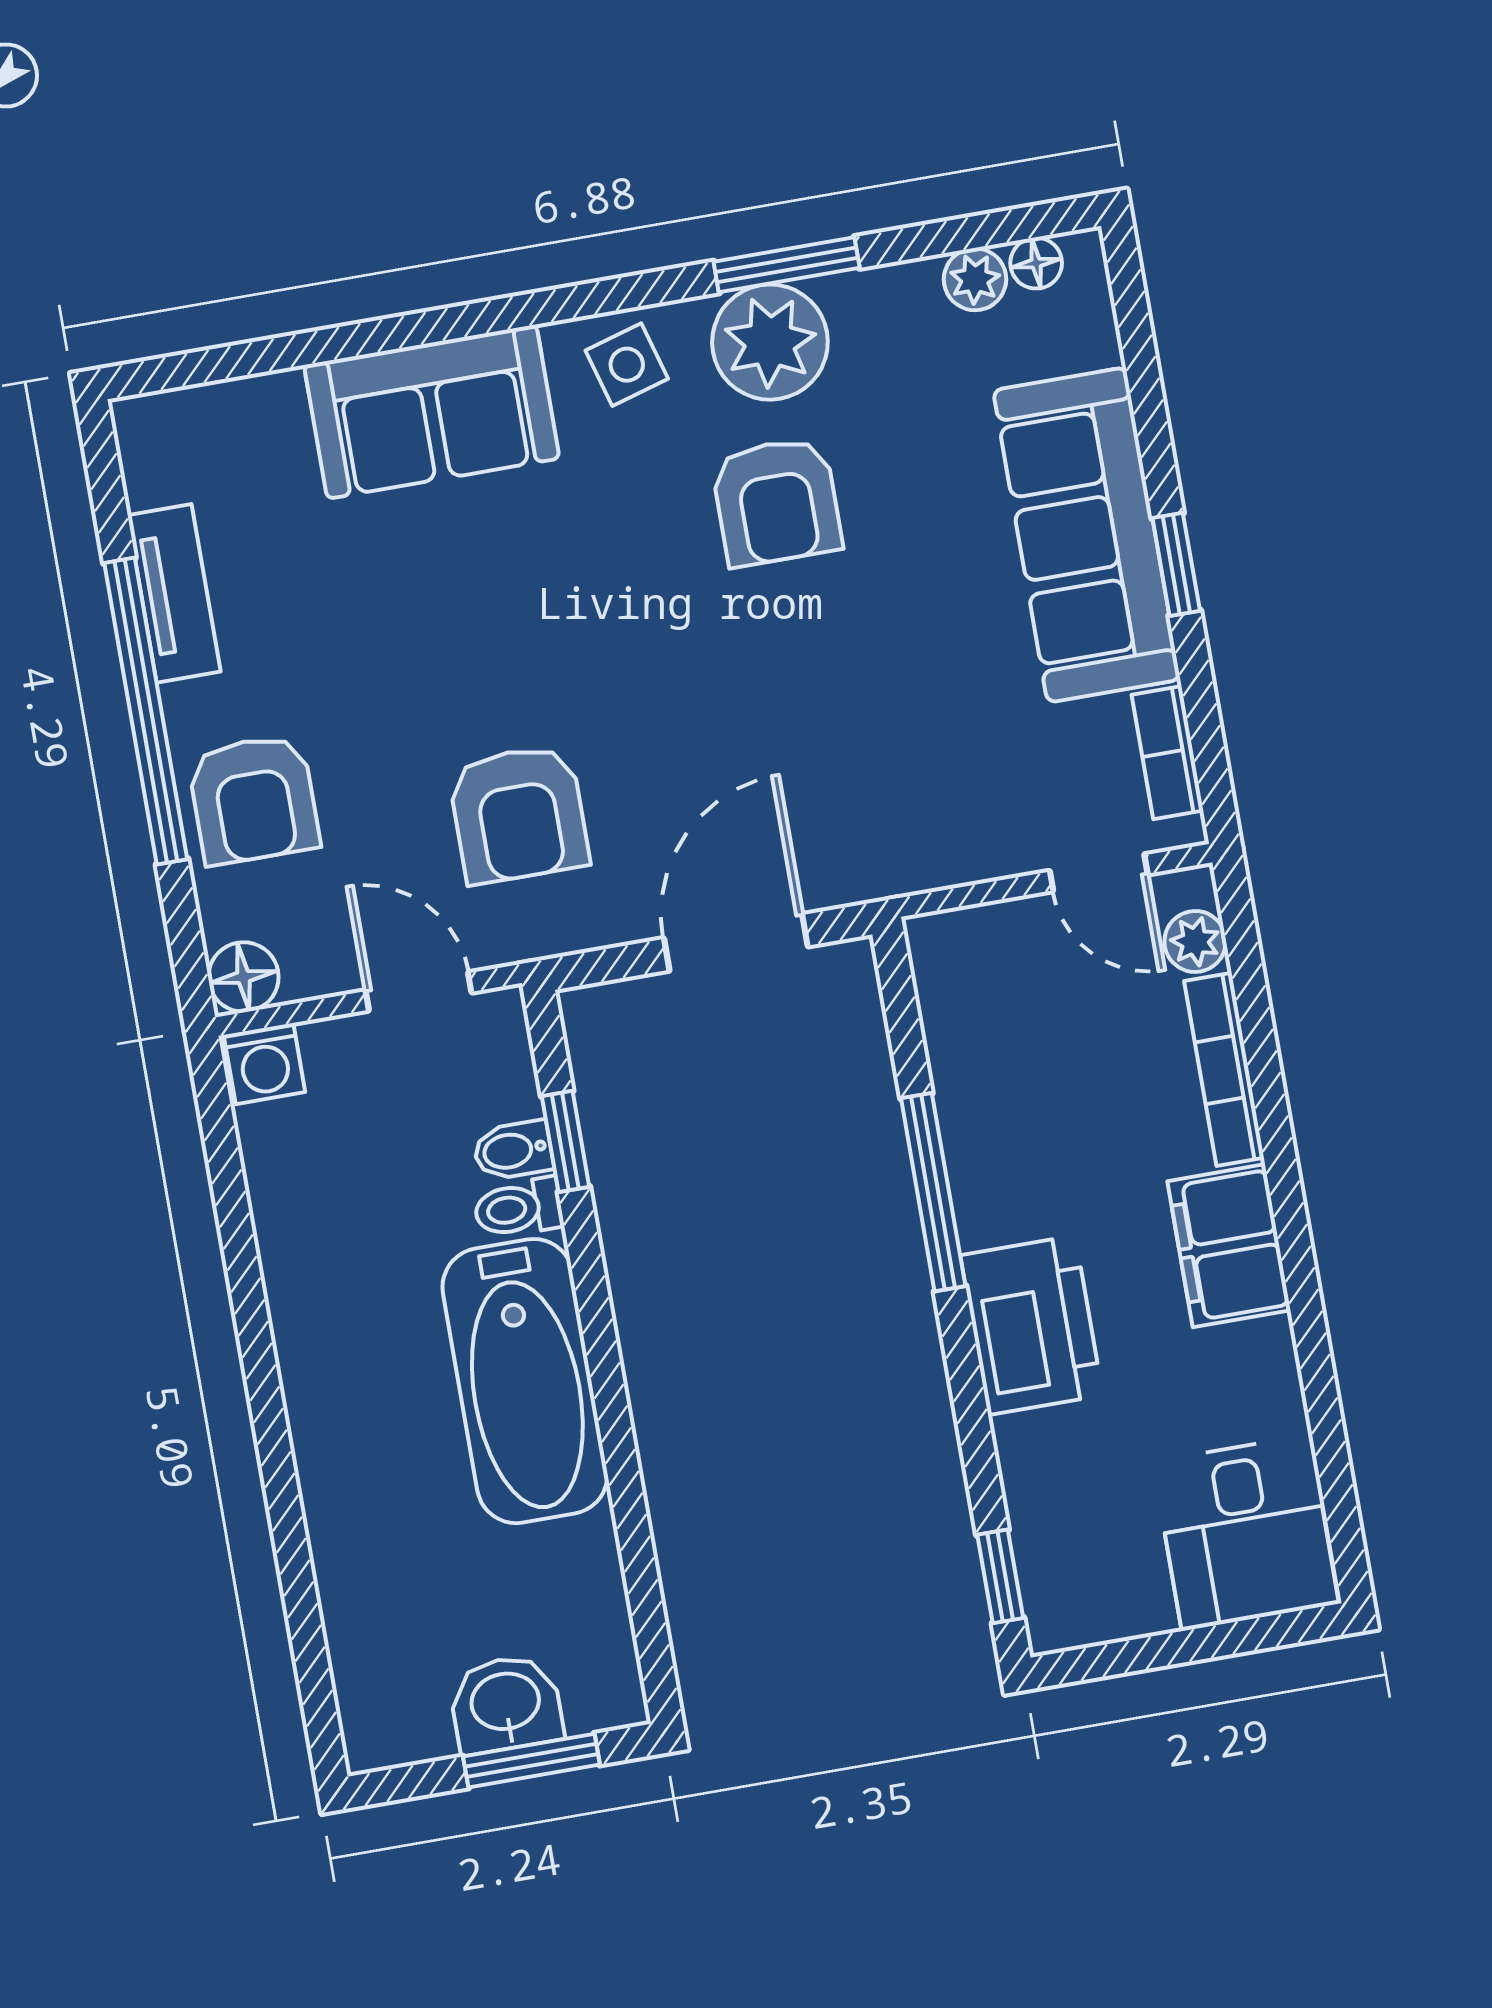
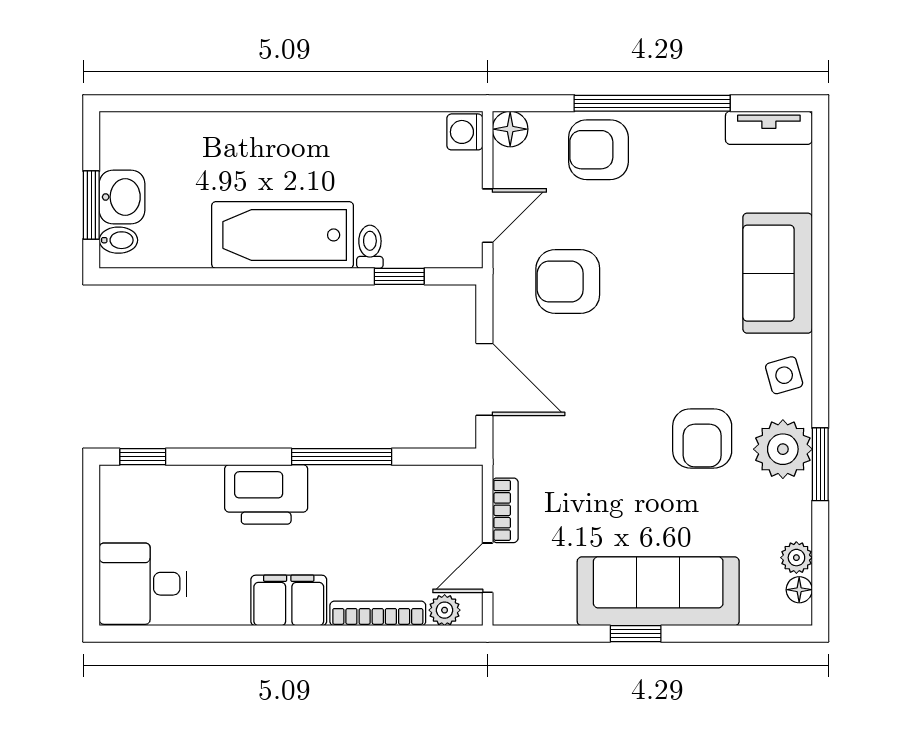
armchair: (776, 502) -> (702, 438), turned -90
tv unit: (174, 593) -> (769, 128), moved
bookcase: (1168, 753) -> (505, 510), moved, turned 90
bidet: (513, 1150) -> (118, 240), moved, turned 90

